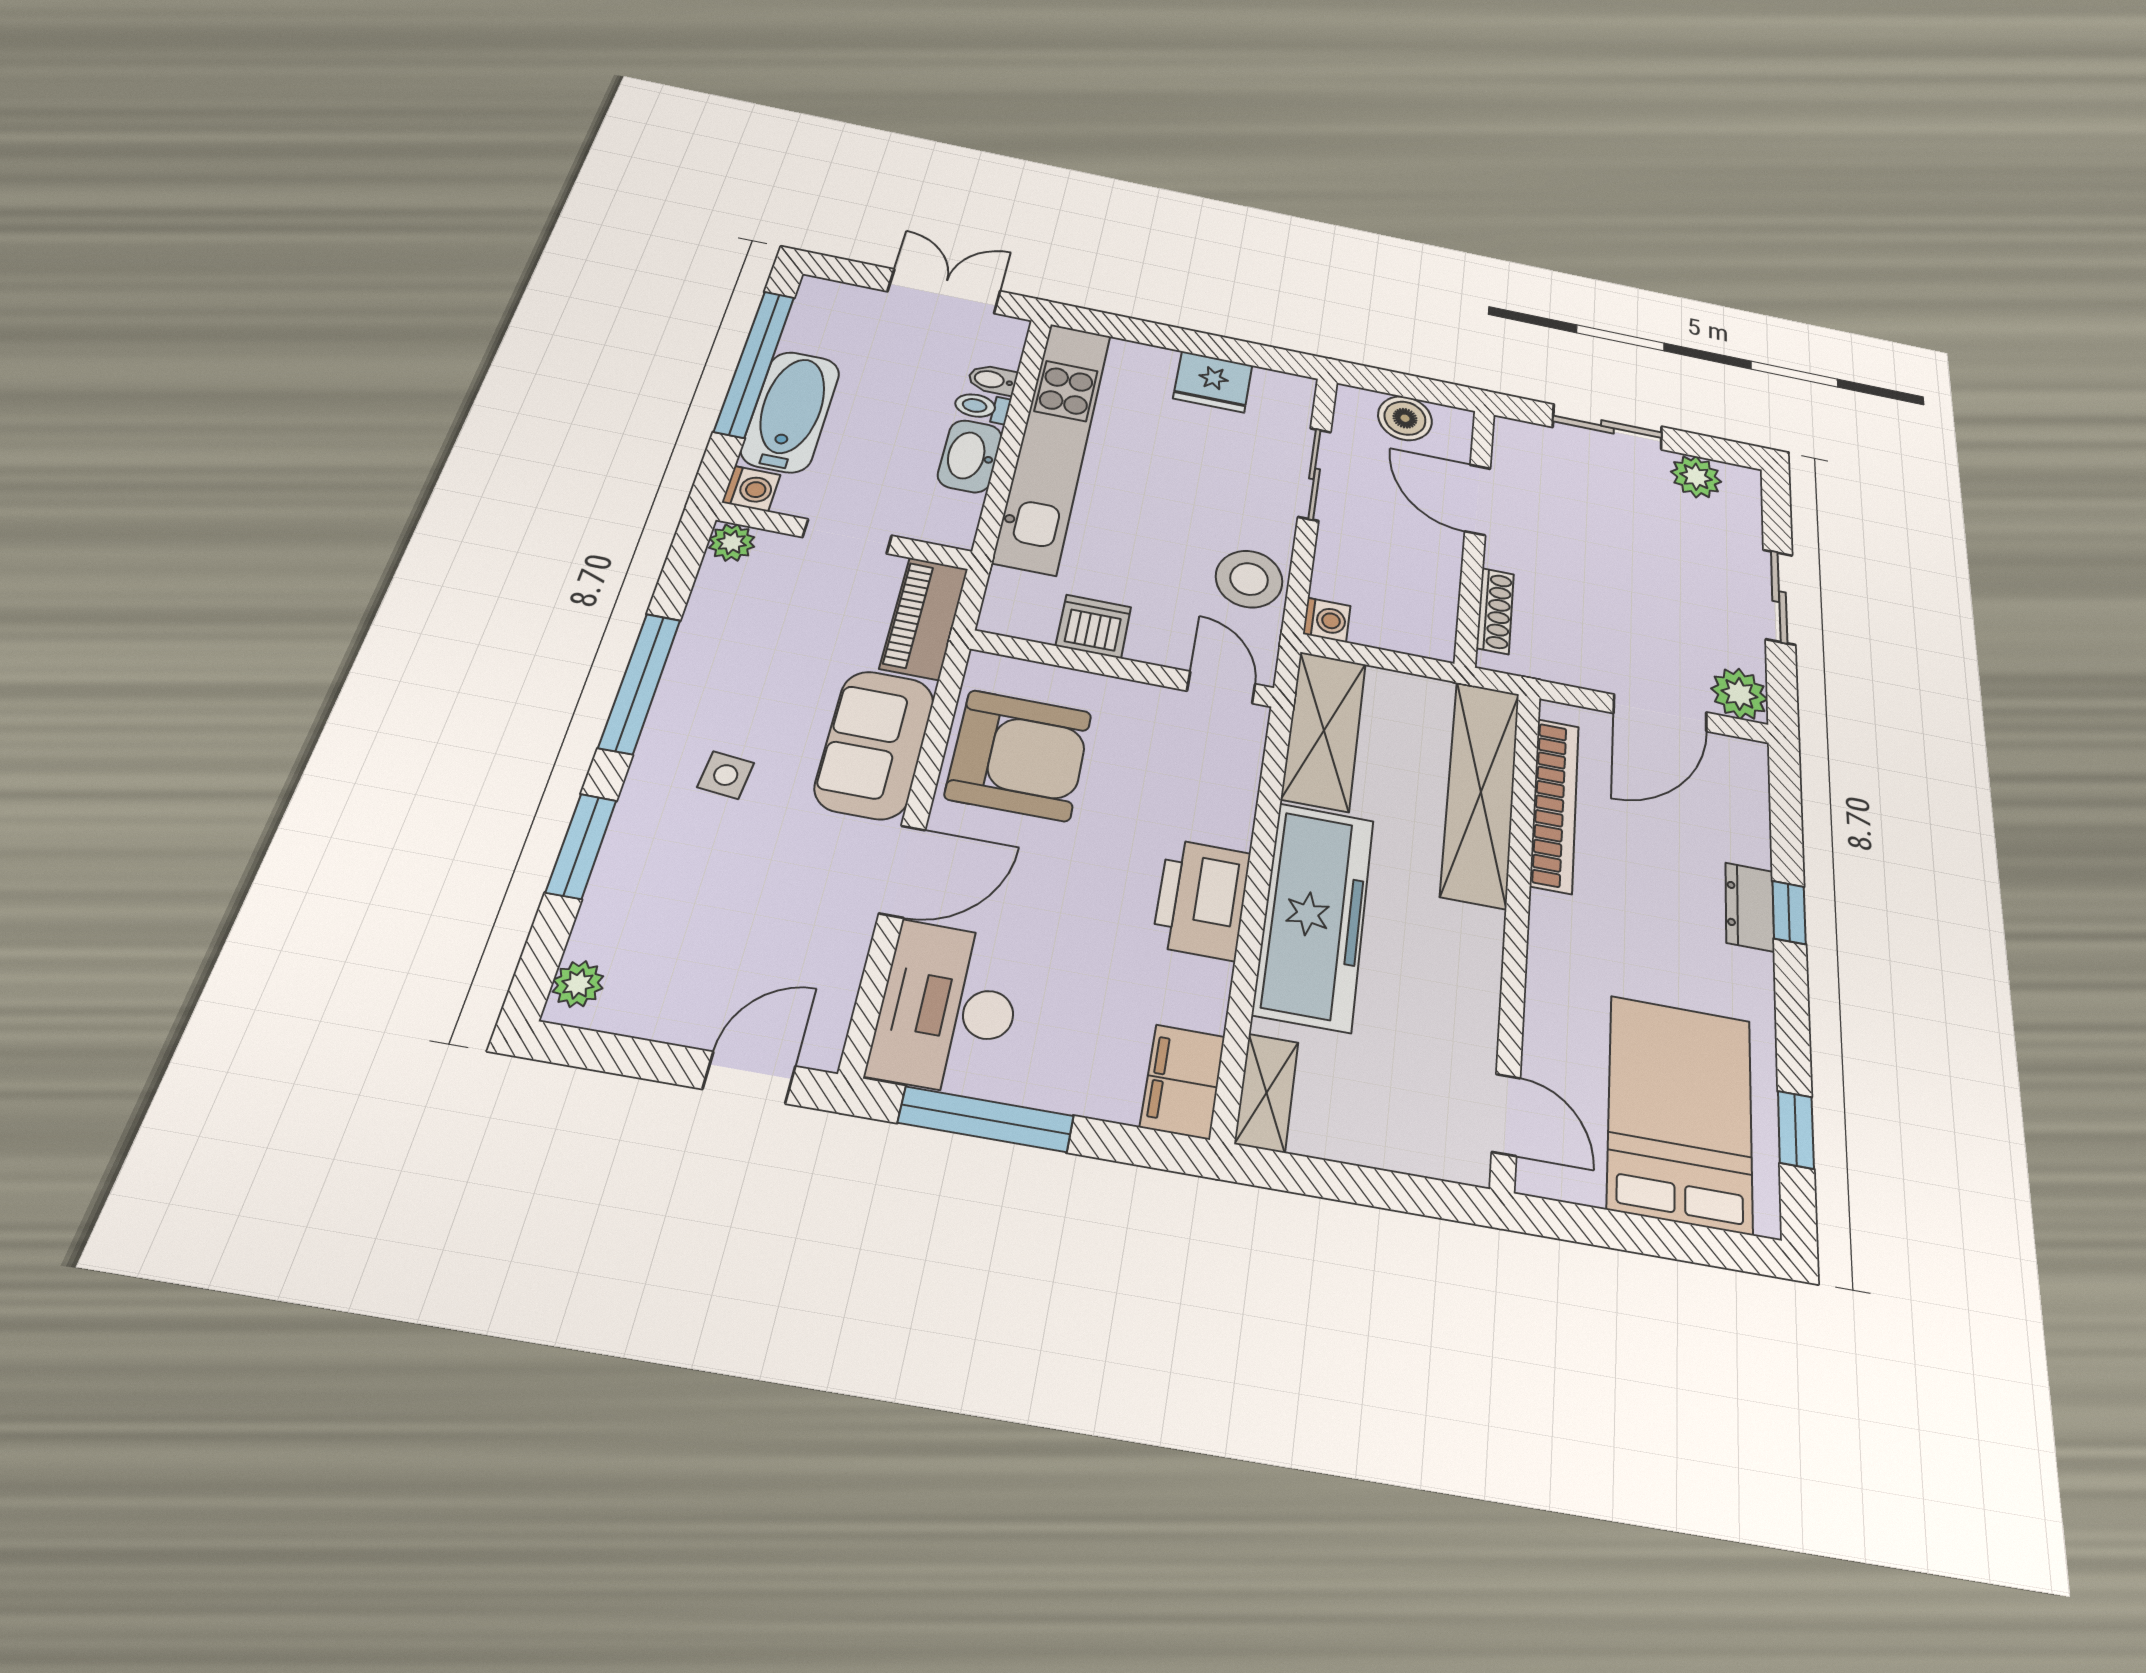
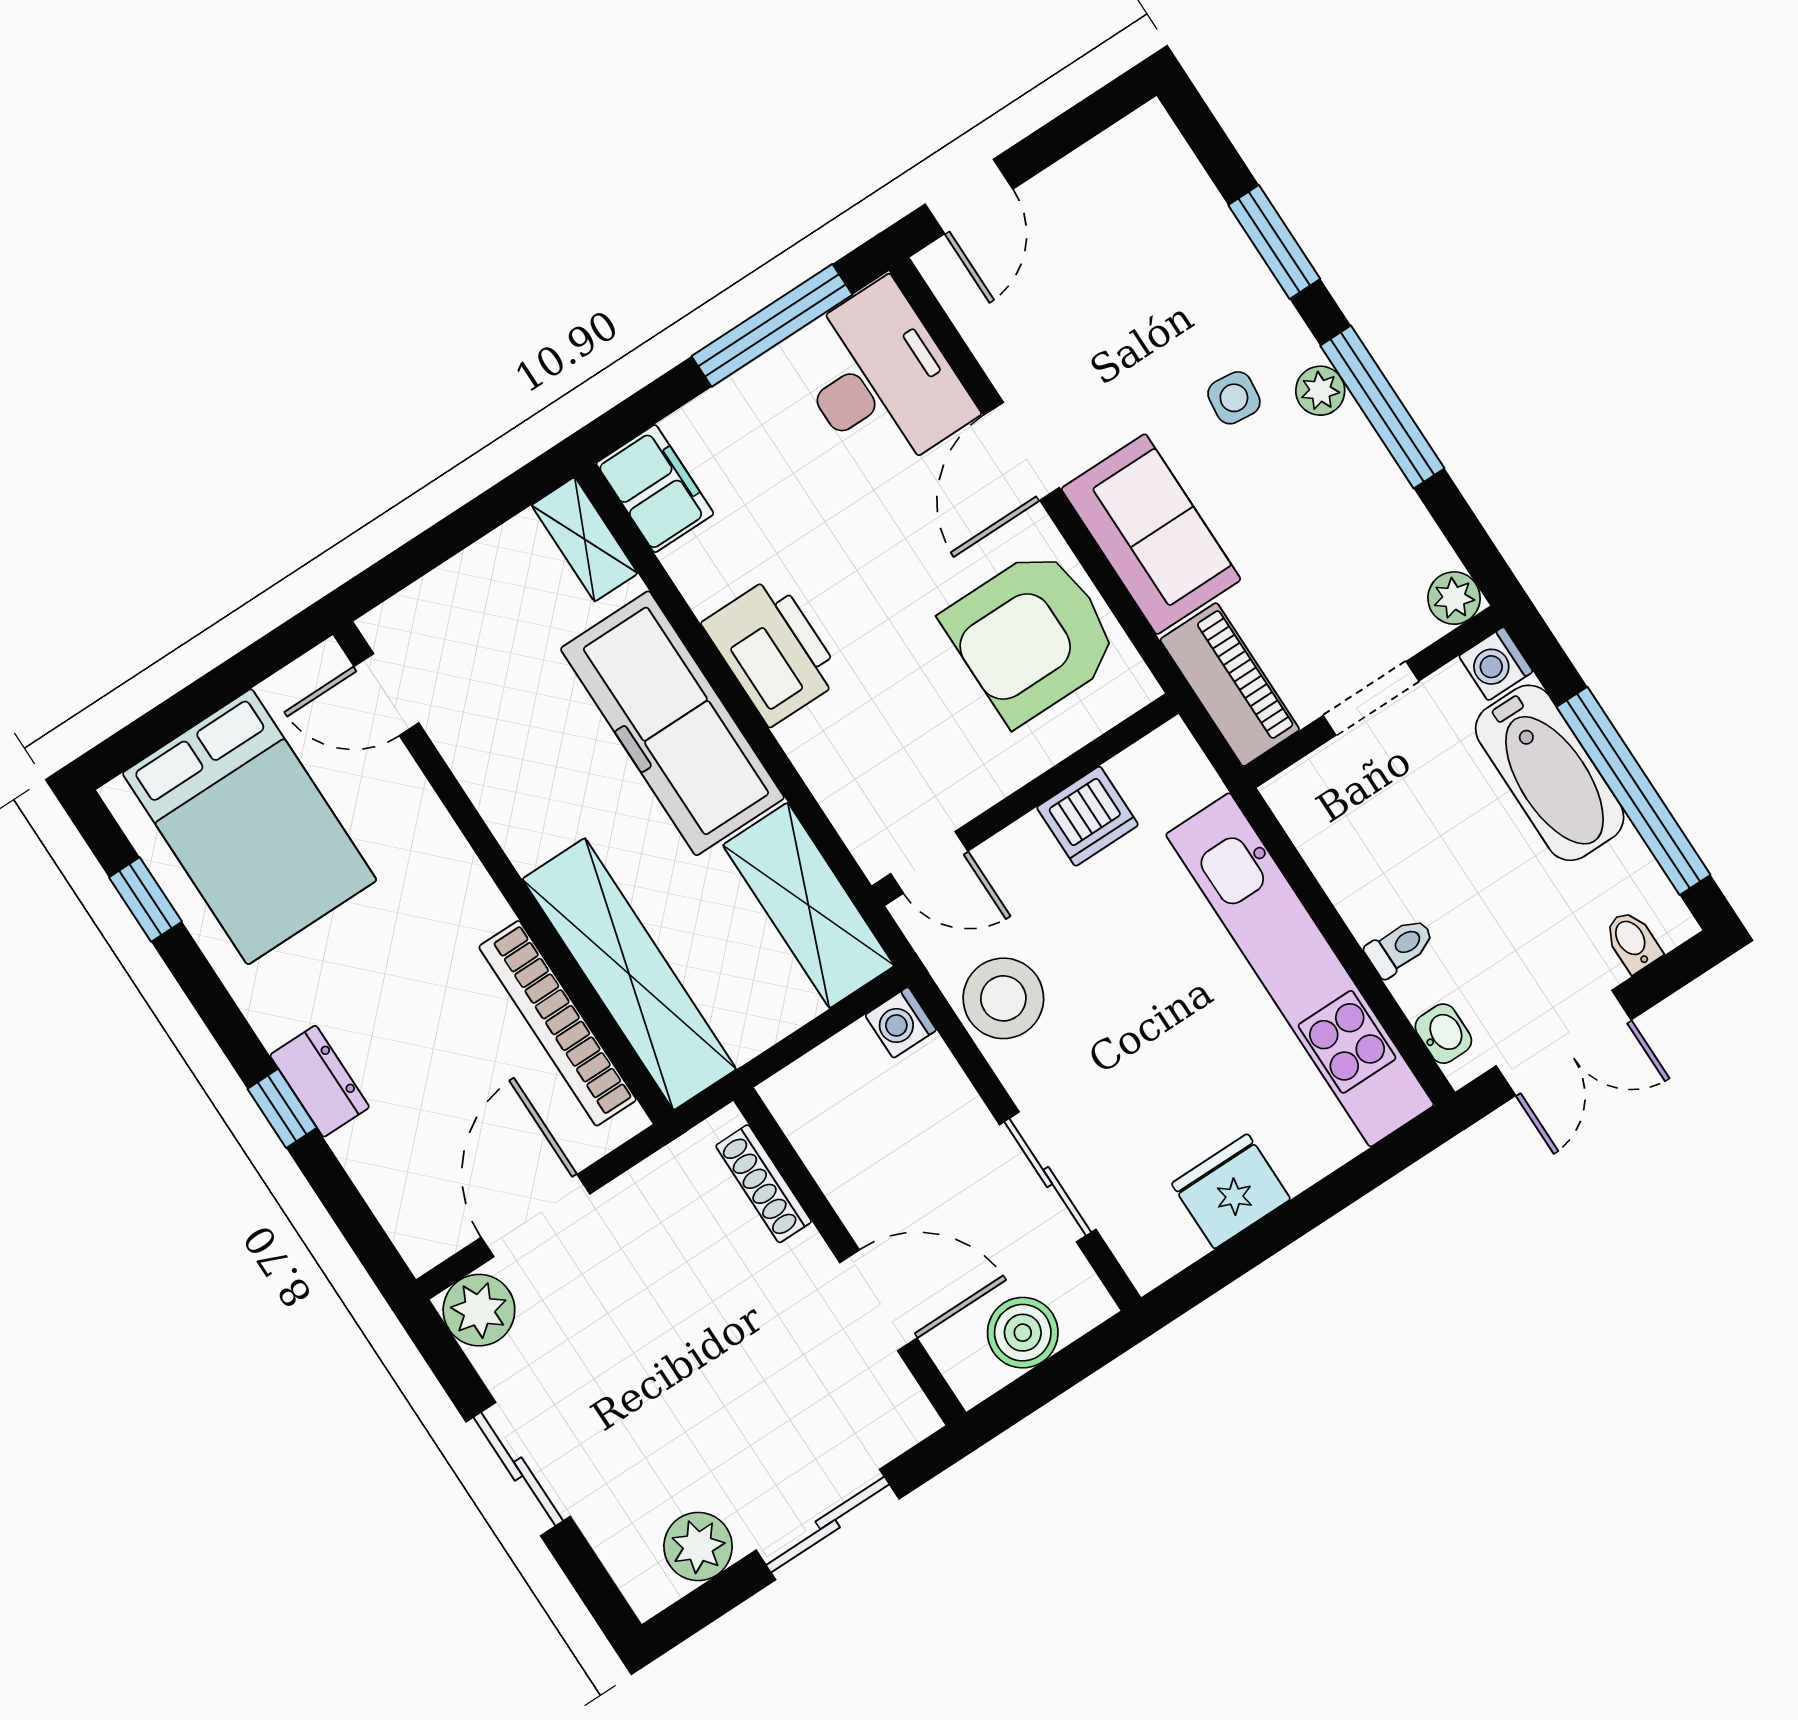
bidet: (992, 380) -> (1632, 941), moved, turned -90
washbasin: (970, 456) -> (1443, 1034), moved, width x0.52, depth x0.69
plant: (578, 984) -> (1320, 391), moved

